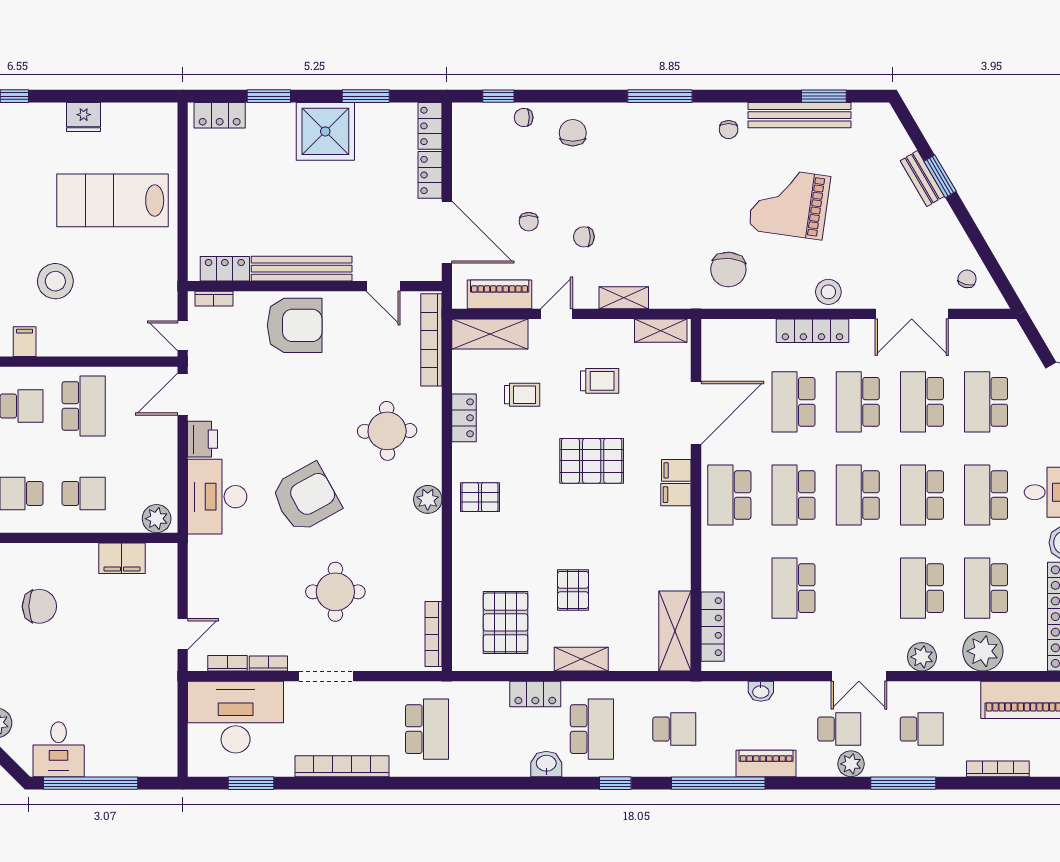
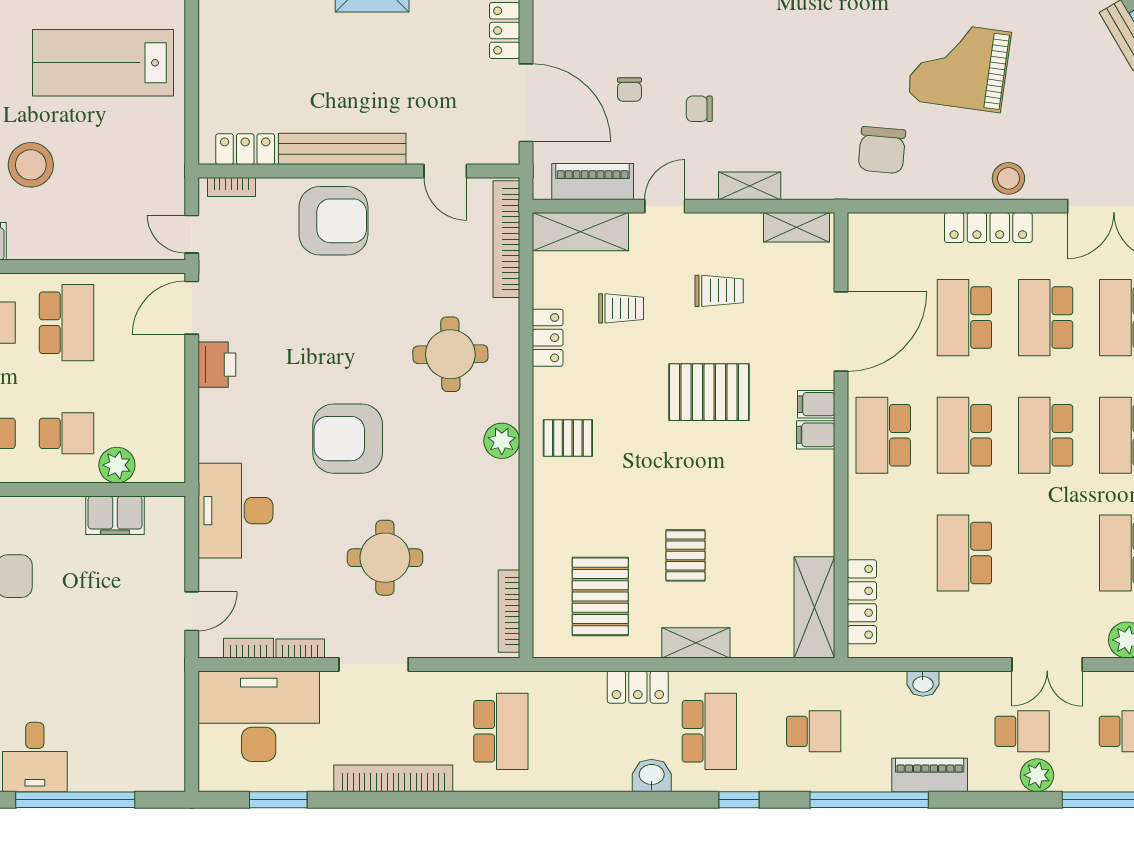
desk: (217, 497) -> (235, 511), moved
armchair: (306, 498) -> (348, 439), turned -151
plant: (157, 519) -> (117, 465), moved

